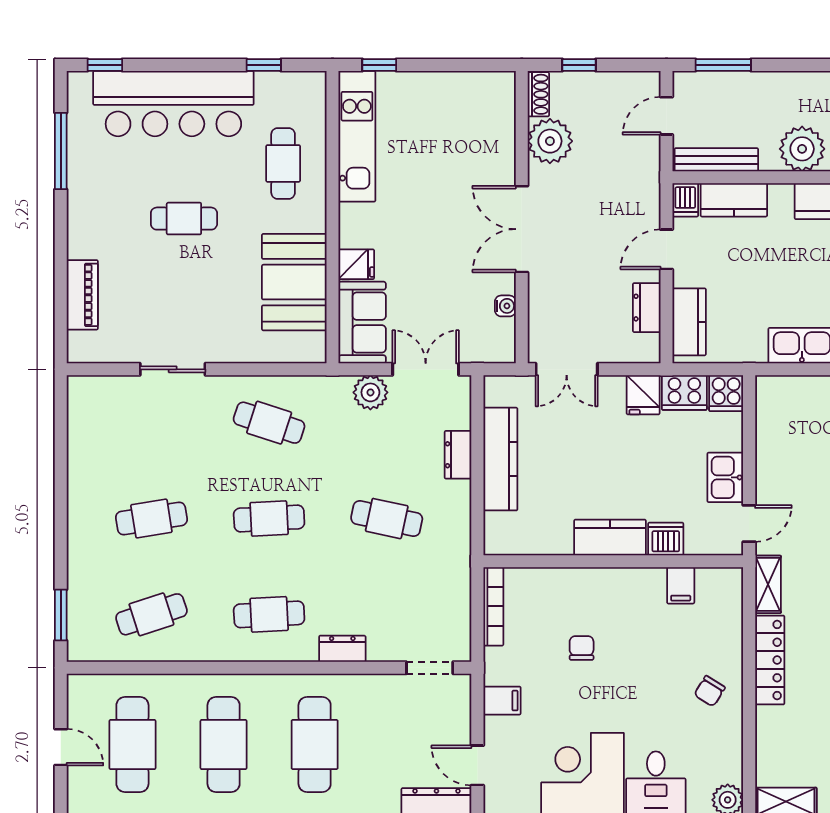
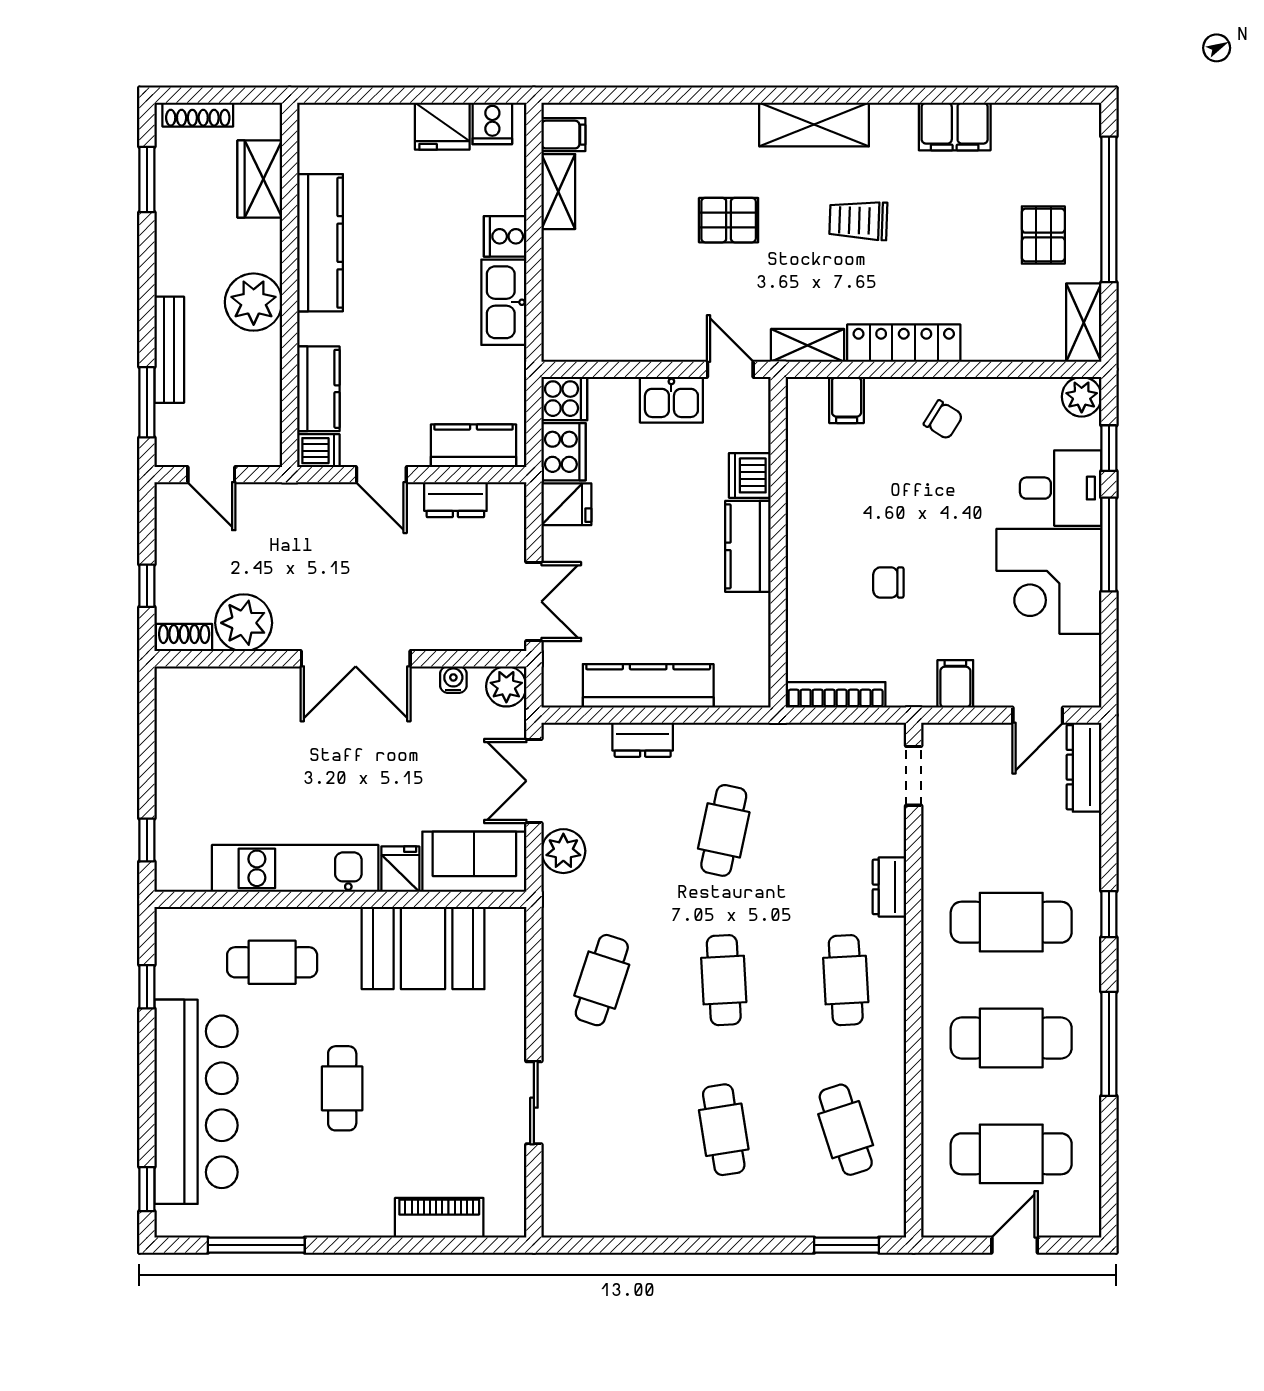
kitchen unit: (357, 136) -> (295, 868), moved
bench: (716, 160) -> (169, 350), moved
plant: (500, 348) -> (506, 686), added
filing cabinet: (681, 585) -> (847, 400), moved, turned 90

